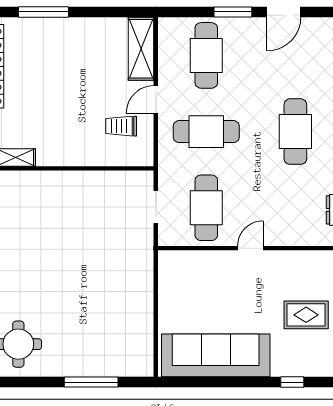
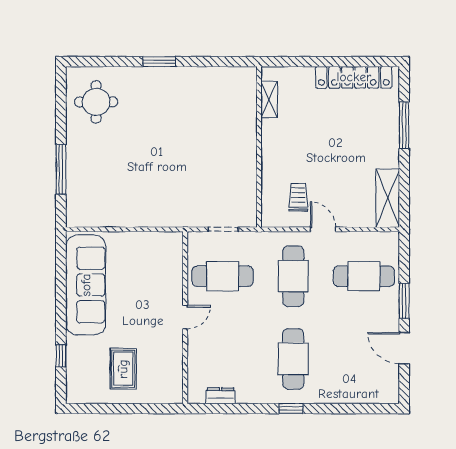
shelving: (141, 49) -> (388, 198), moved, turned 90
cafe table: (295, 132) -> (293, 359), turned 90
door: (250, 248) -> (185, 317), hinge flipped

